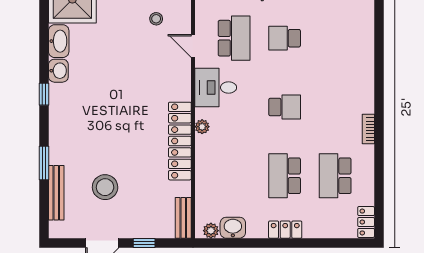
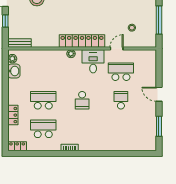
school desk: (234, 38) -> (121, 72), turned 180
locker: (180, 141) -> (82, 41), moved
locker: (285, 230) -> (13, 115), moved

